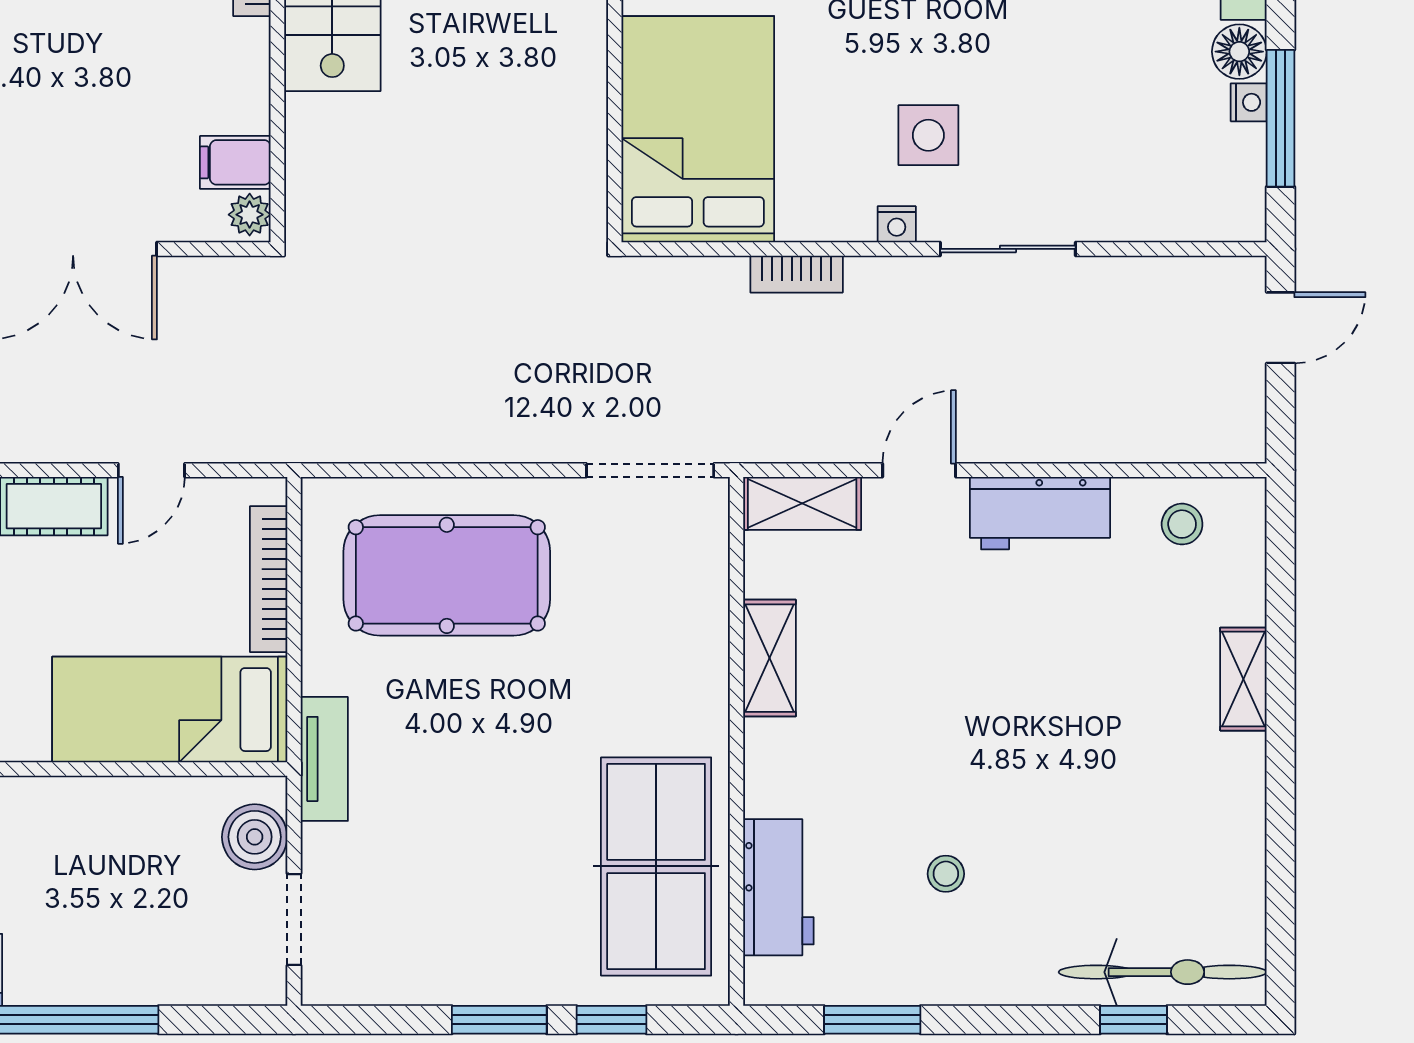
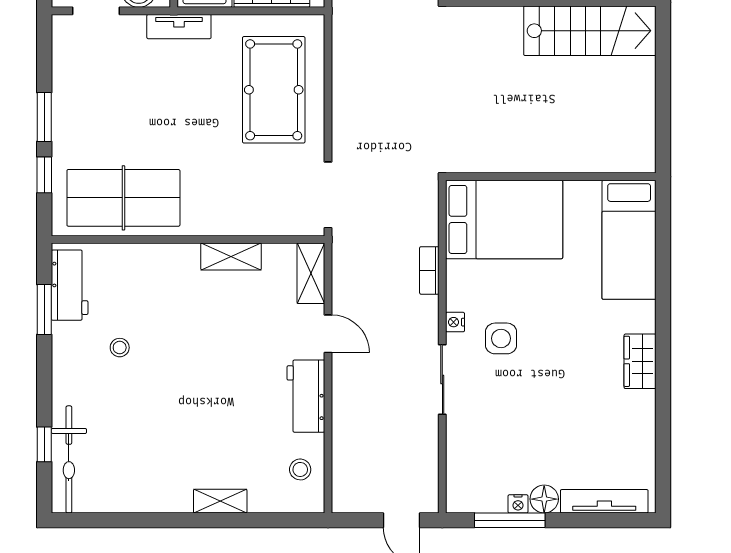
workbench: (778, 887) -> (70, 285), moved, turned -90

